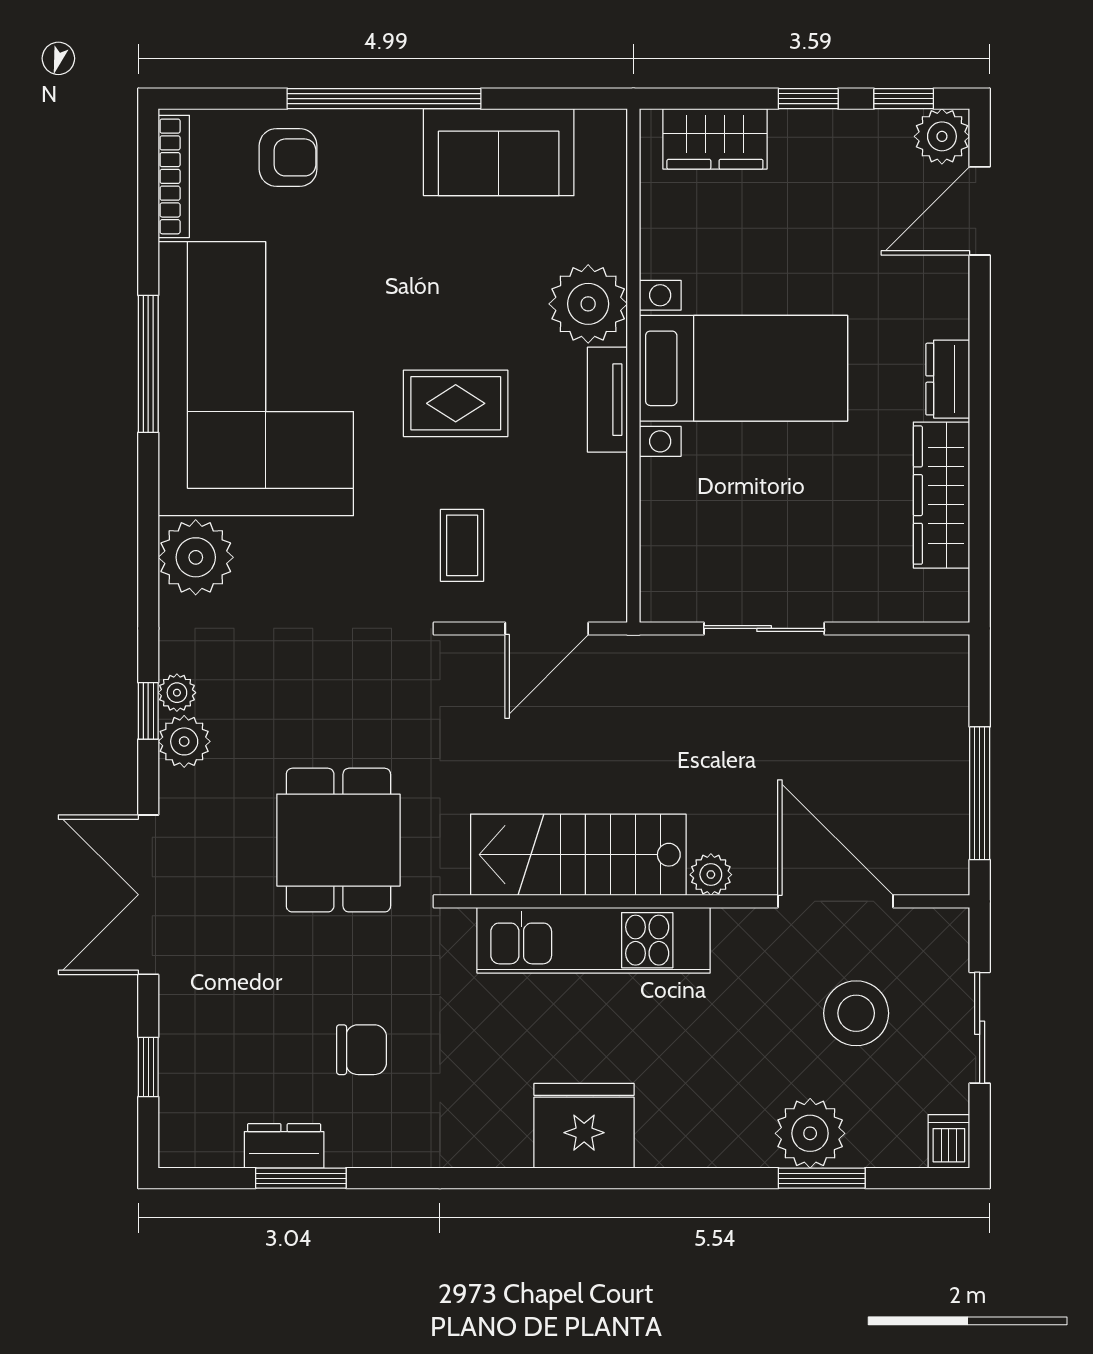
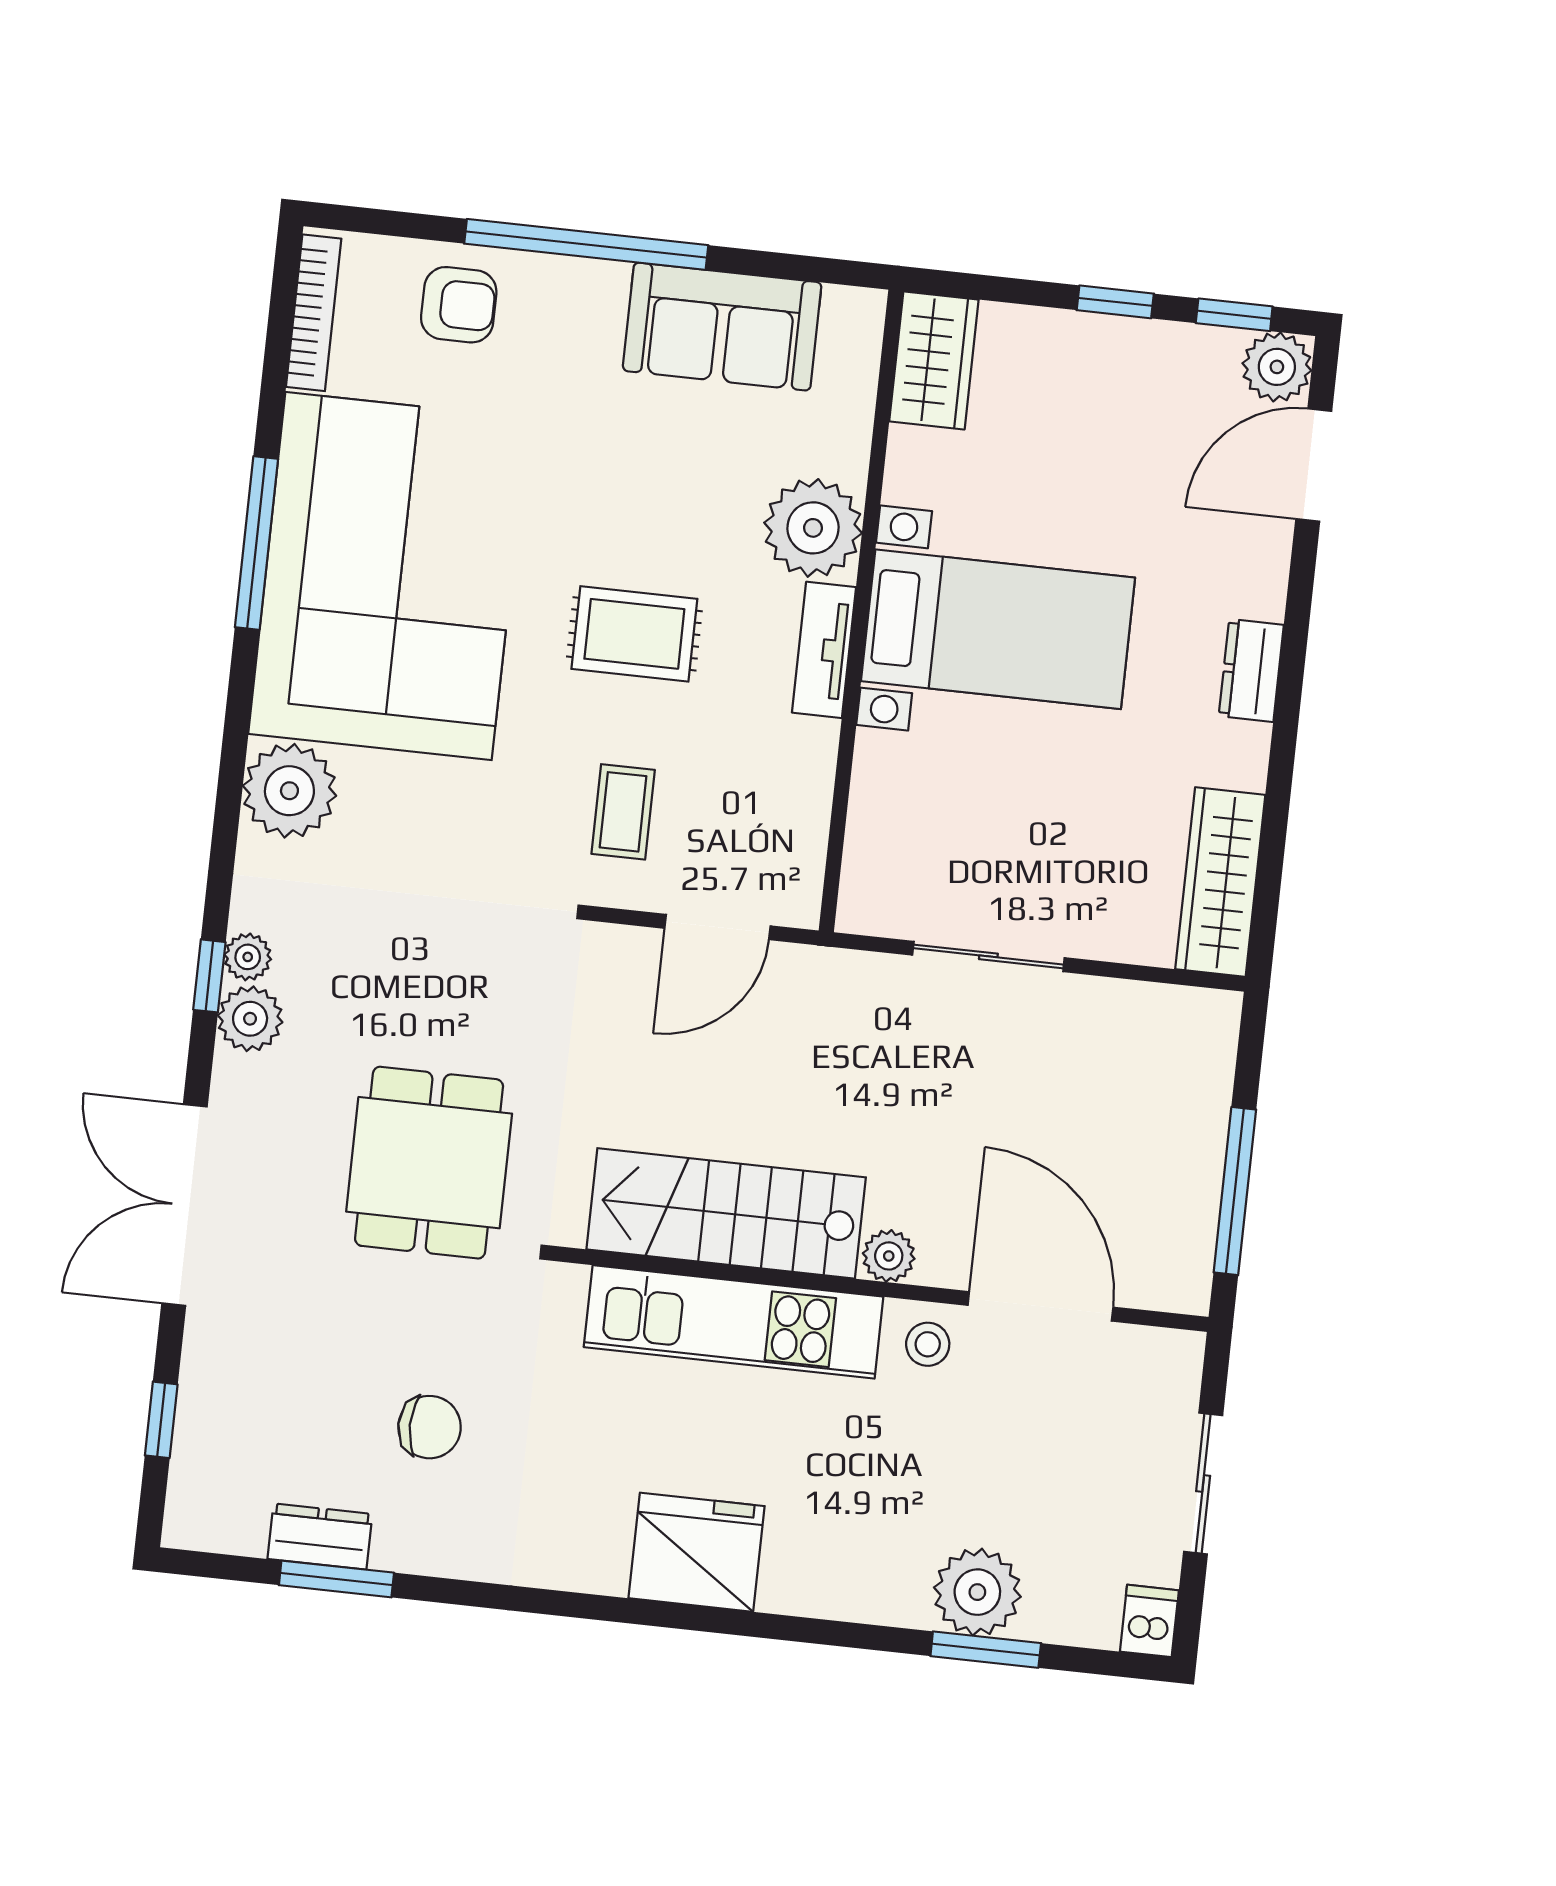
wardrobe: (715, 139) -> (934, 360), moved, turned -90
wardrobe: (941, 495) -> (1220, 882), moved
stool: (856, 1013) -> (928, 1344), moved, width x0.53, depth x0.53

